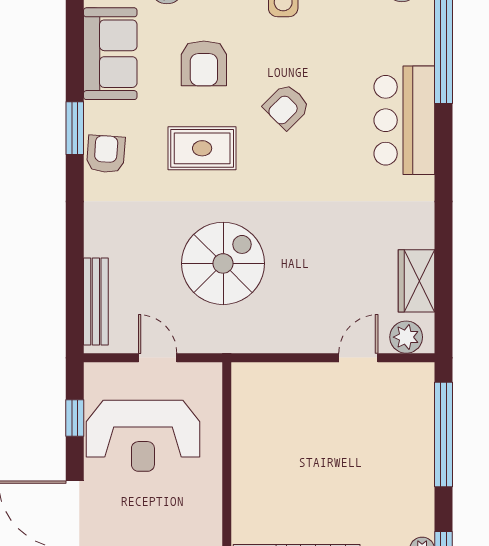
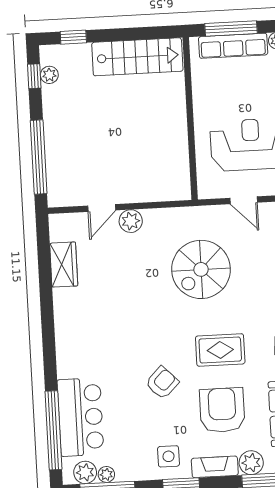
armchair: (204, 63) -> (222, 410), width x1.36, depth x1.36
bar counter: (404, 120) -> (80, 417), moved
plant: (406, 337) -> (131, 221), moved

